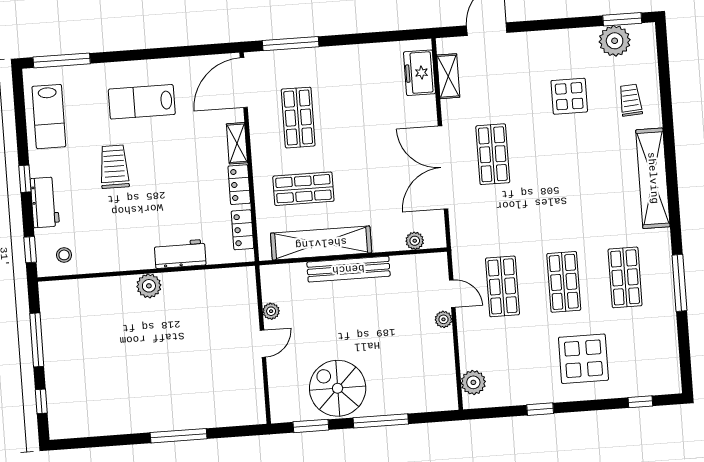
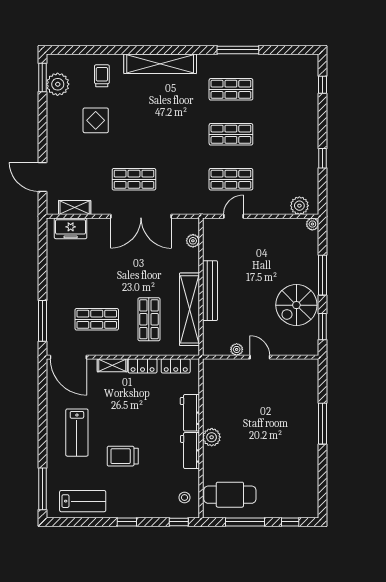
trolley: (631, 100) -> (102, 76), turned 94
workbench: (45, 202) -> (190, 451), moved, turned -90
cafe table: (72, 317) -> (230, 495), added
plant: (443, 319) -> (312, 224), moved
display table: (583, 359) -> (288, 124), removed

